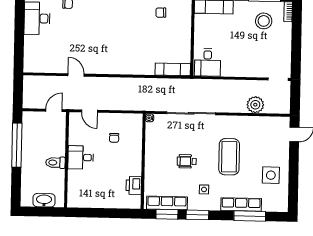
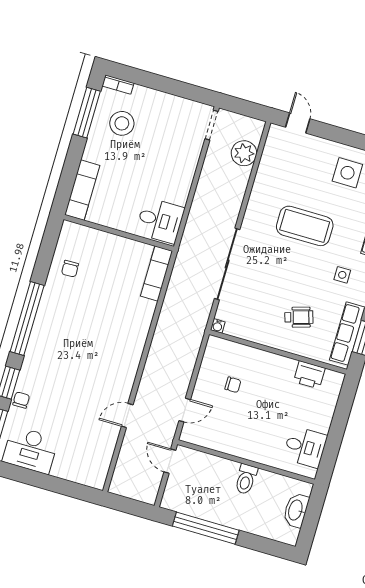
plant: (255, 105) -> (244, 153), moved
desk: (81, 157) -> (305, 447), moved, turned -90
wheelchair: (187, 161) -> (299, 317), moved, turned -107

